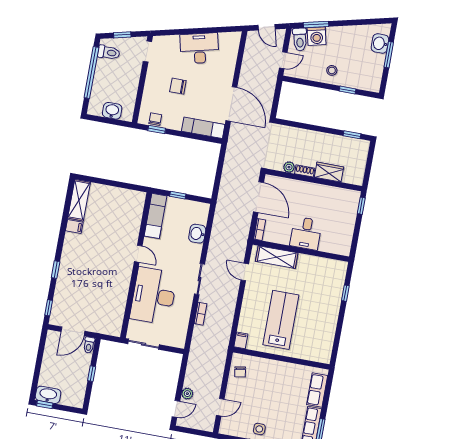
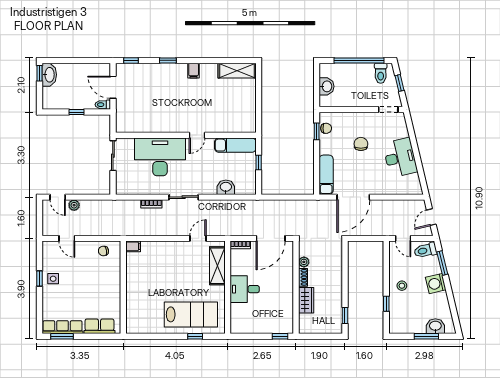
washing machine: (317, 36) -> (436, 284), moved
filing cabinet: (74, 227) -> (194, 71), moved
lab bench: (281, 320) -> (191, 314), moved

